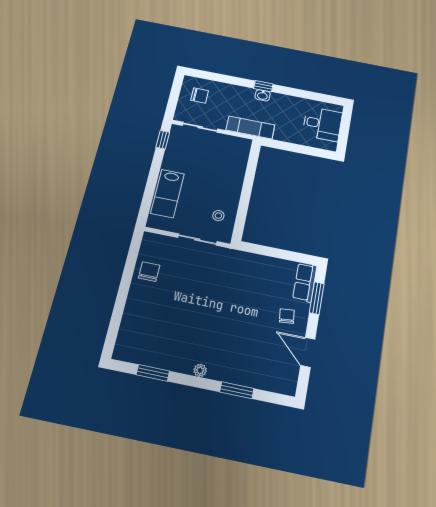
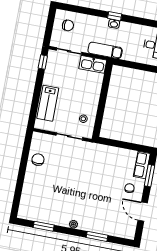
kitchen sink: (233, 145) -> (93, 64), added

